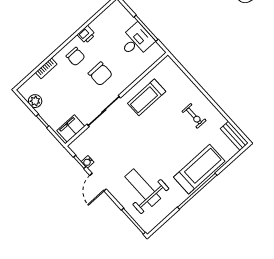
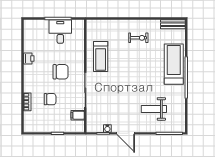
chair: (76, 57) -> (50, 99), moved
plant: (35, 101) -> (41, 127), removed
filing cabinet: (71, 128) -> (78, 115), width x0.50
weight bench: (143, 188) -> (154, 109), width x0.73, depth x0.75

